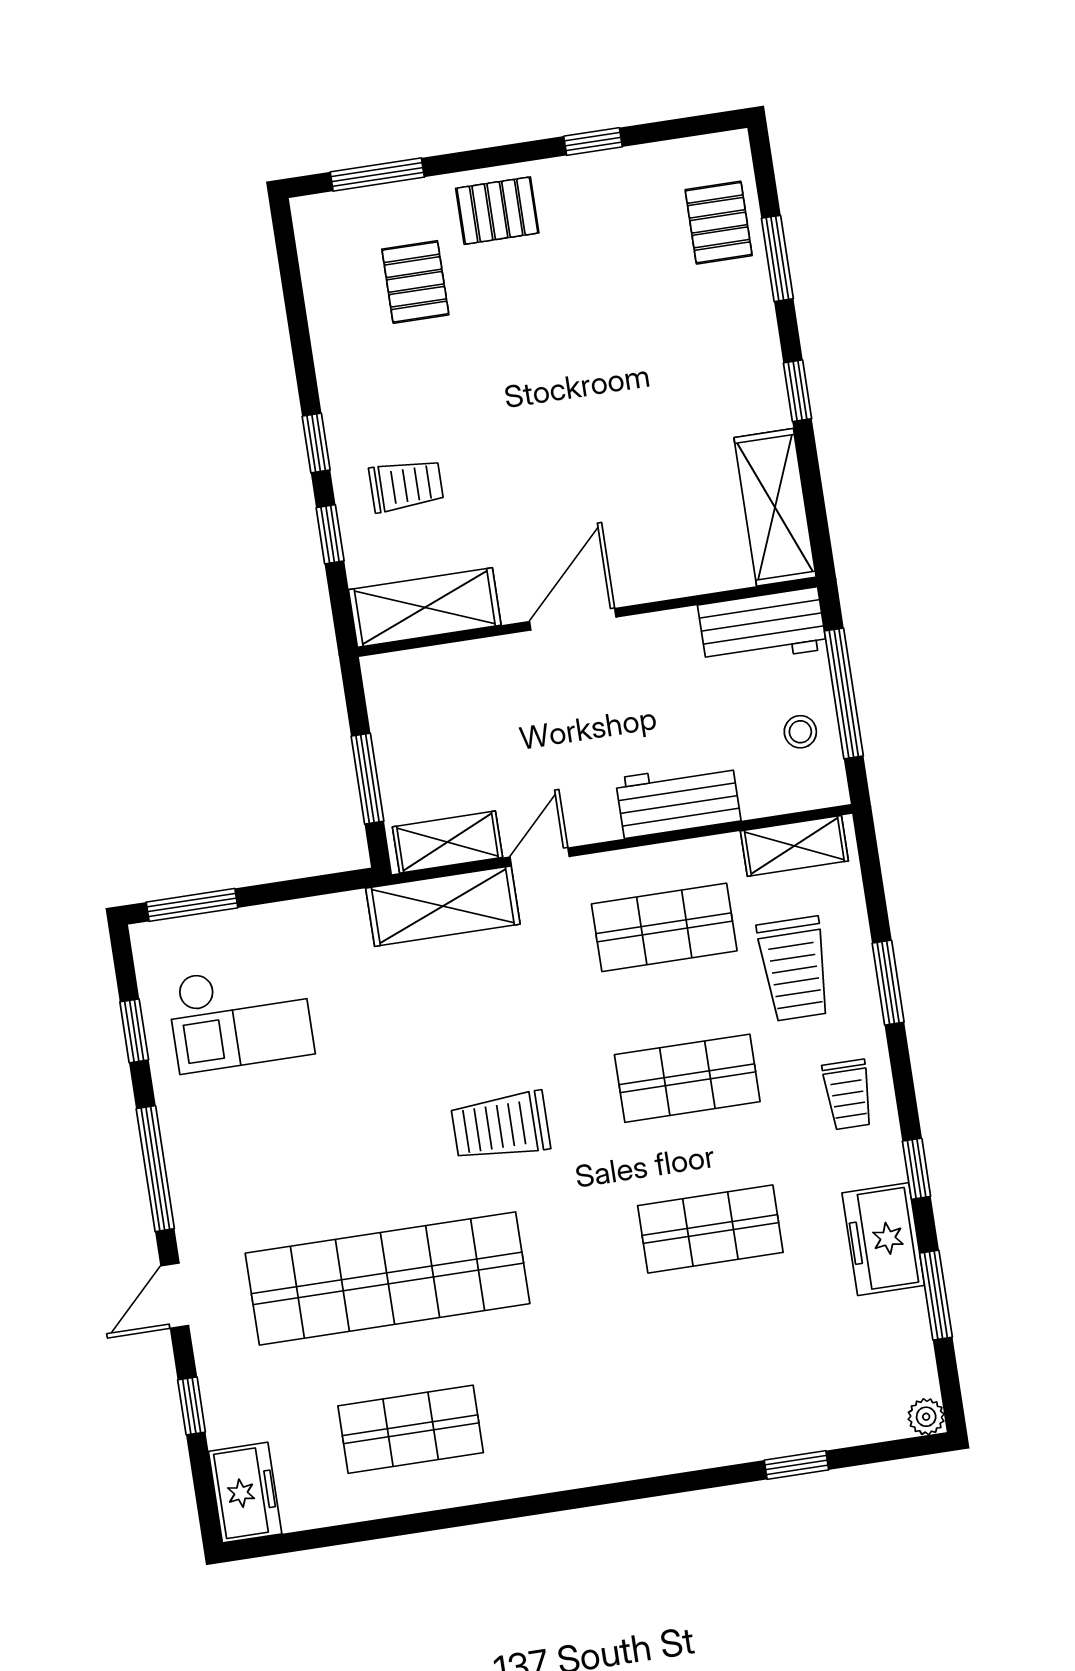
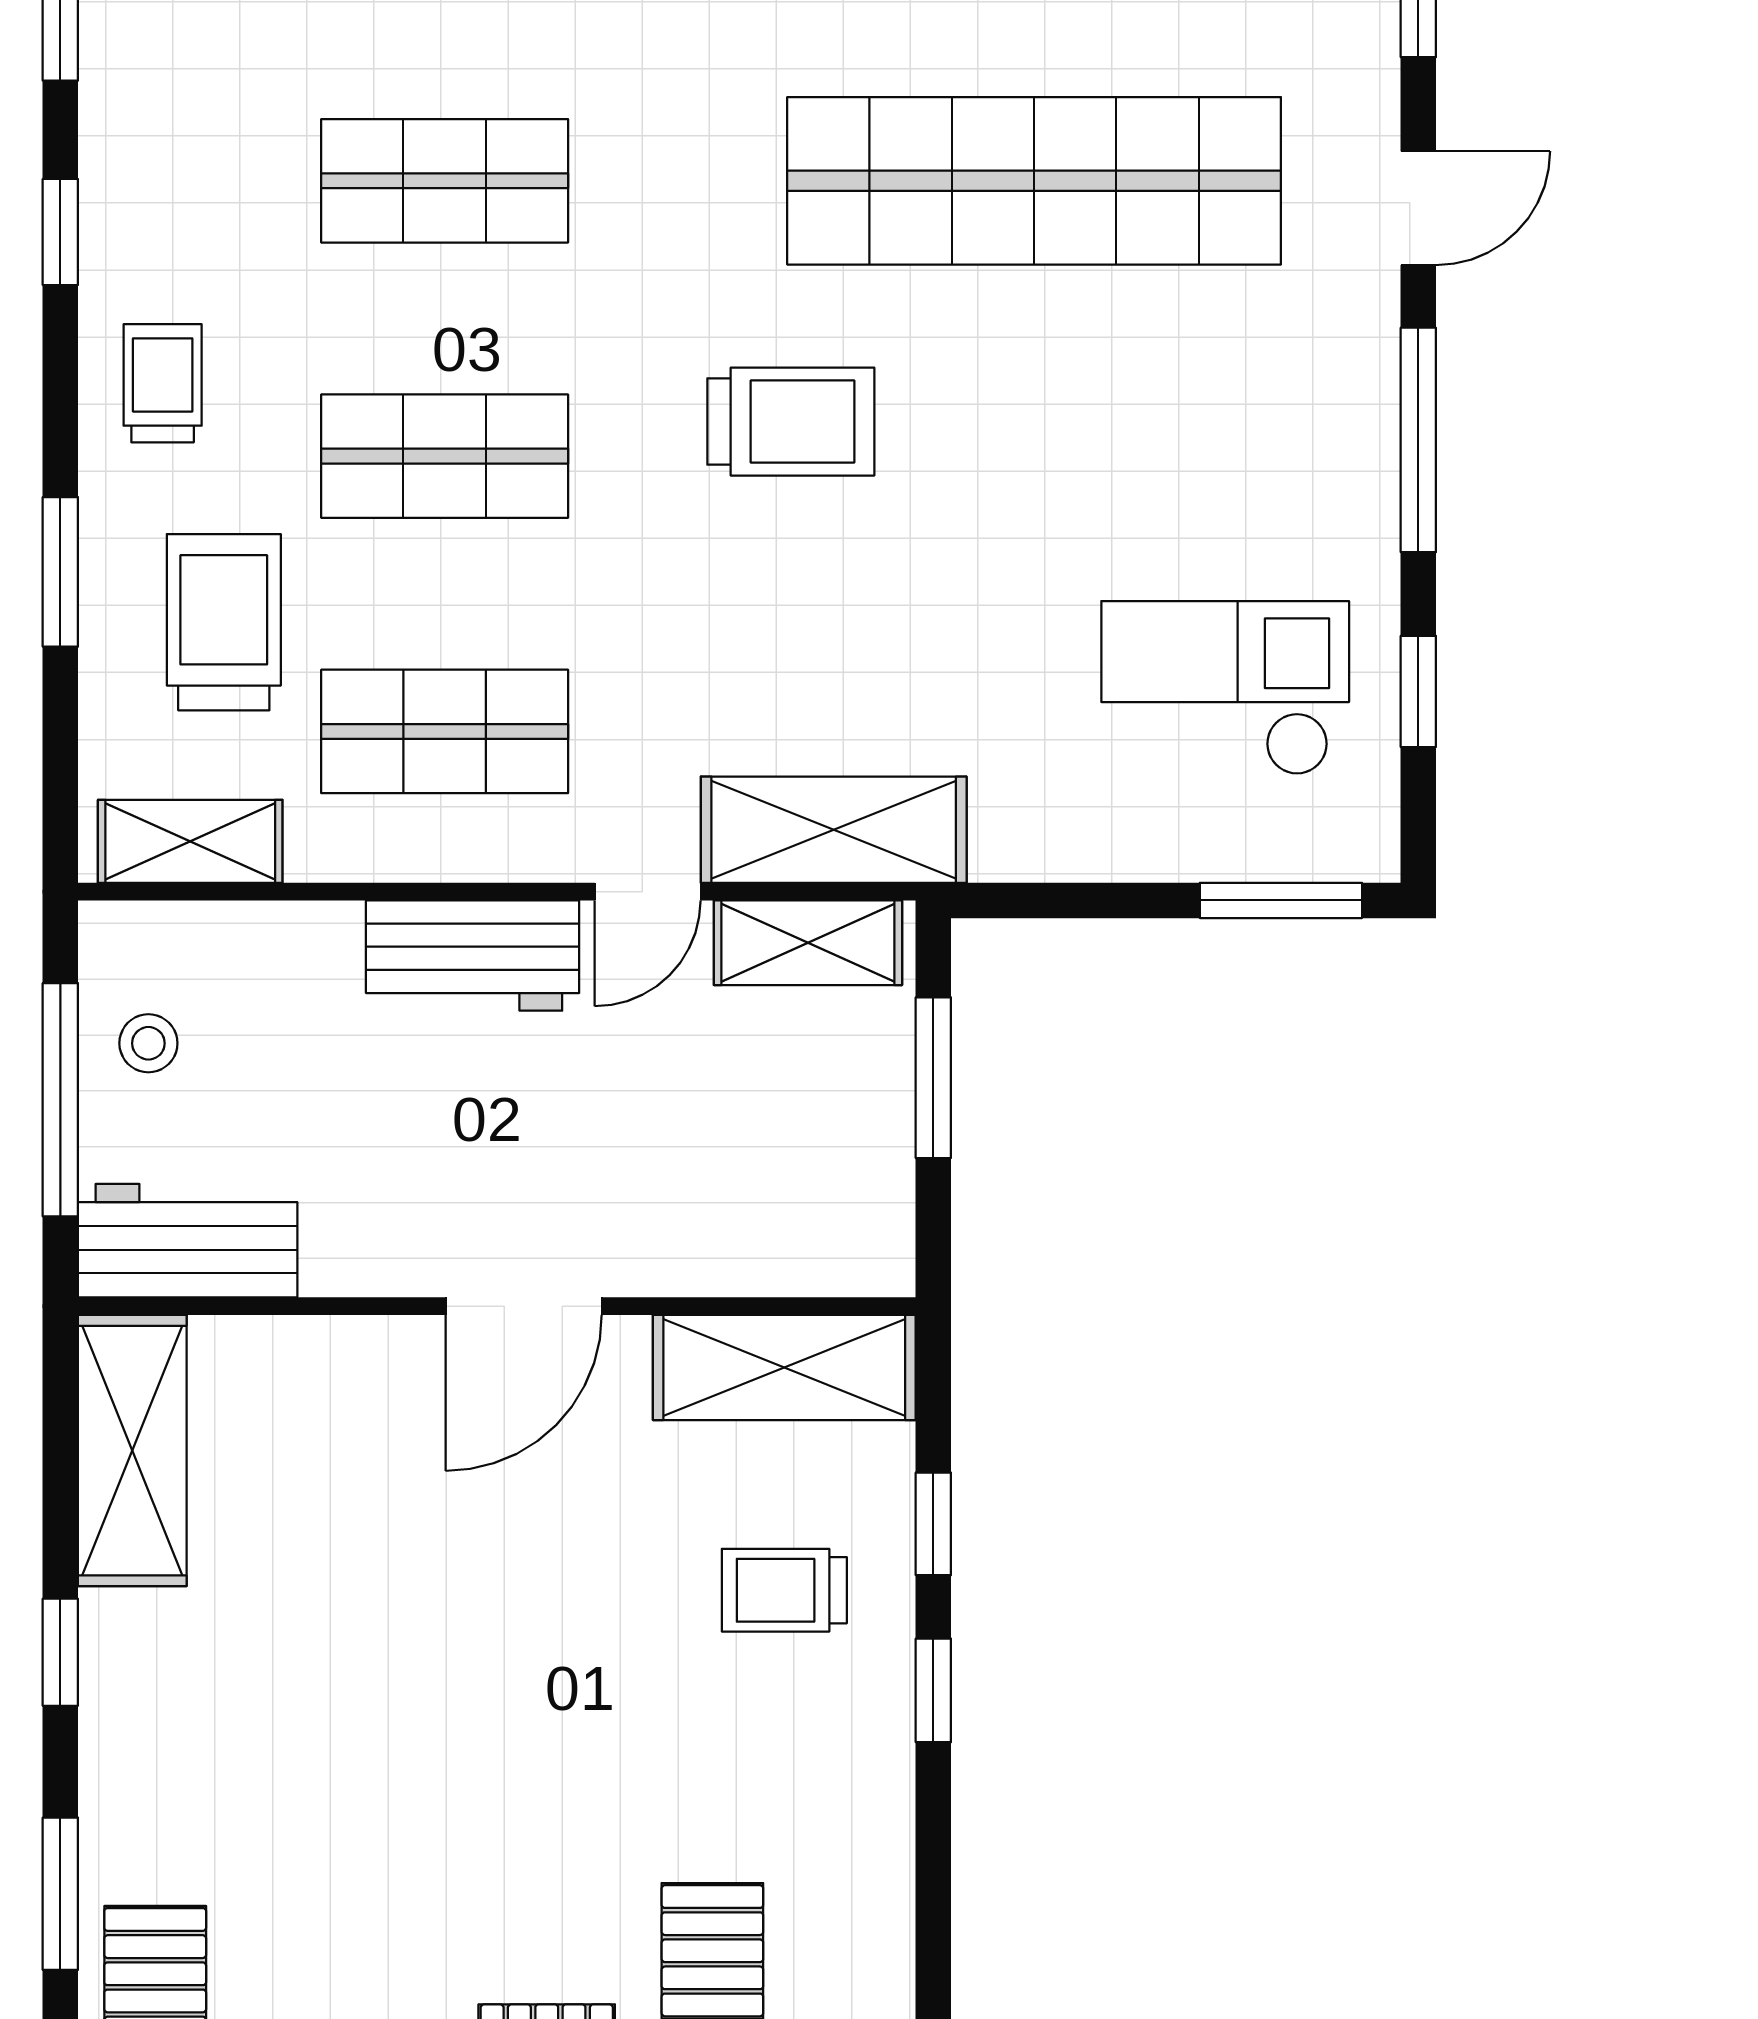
workbench: (678, 800) -> (473, 956), moved
freezer: (883, 1239) -> (139, 116), removed

